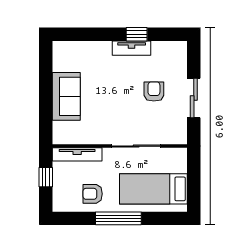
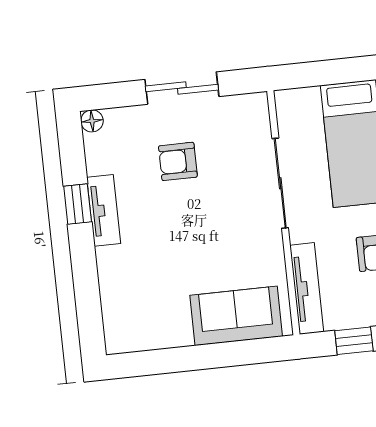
floor lamp: (181, 47) -> (92, 121), added
sofa: (66, 96) -> (236, 316), moved

